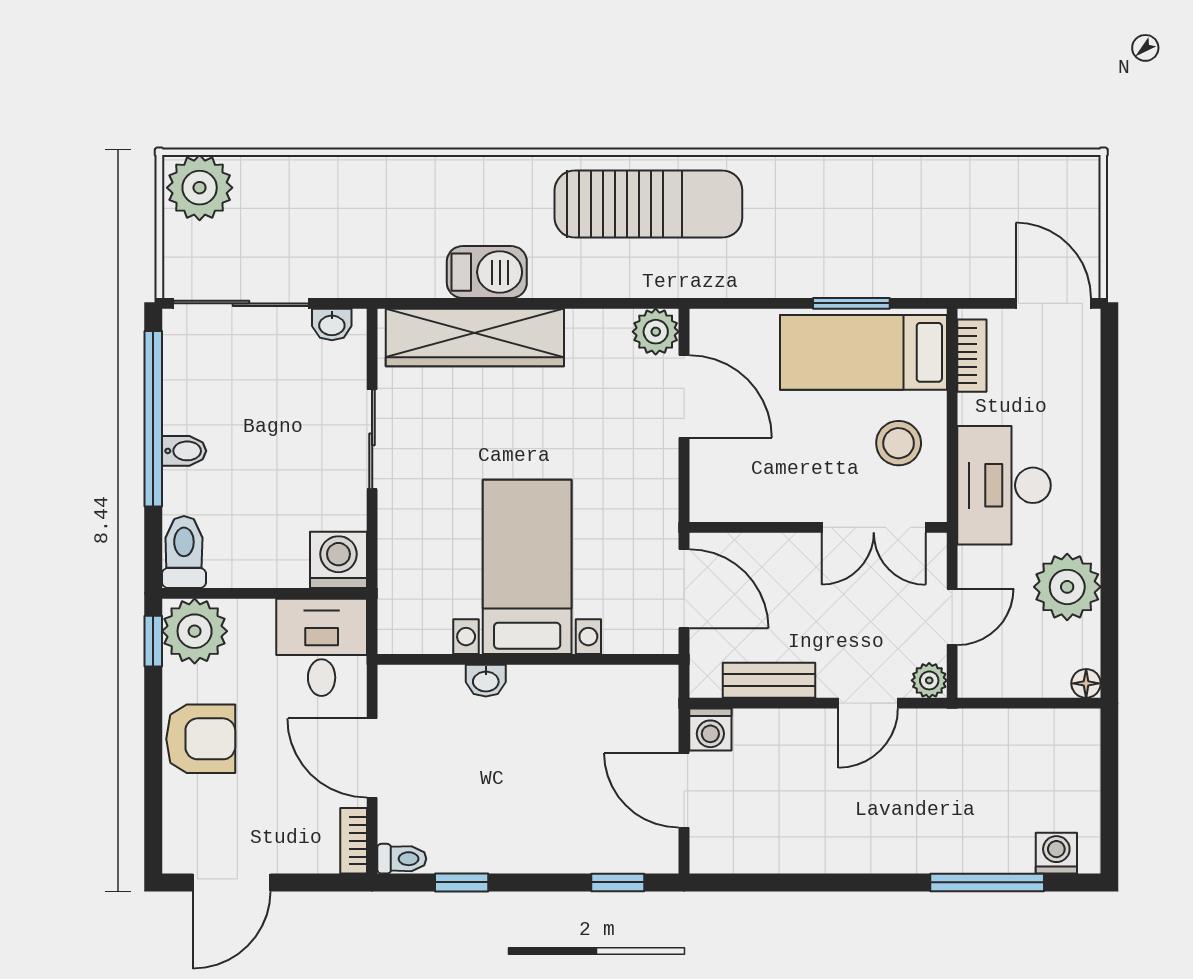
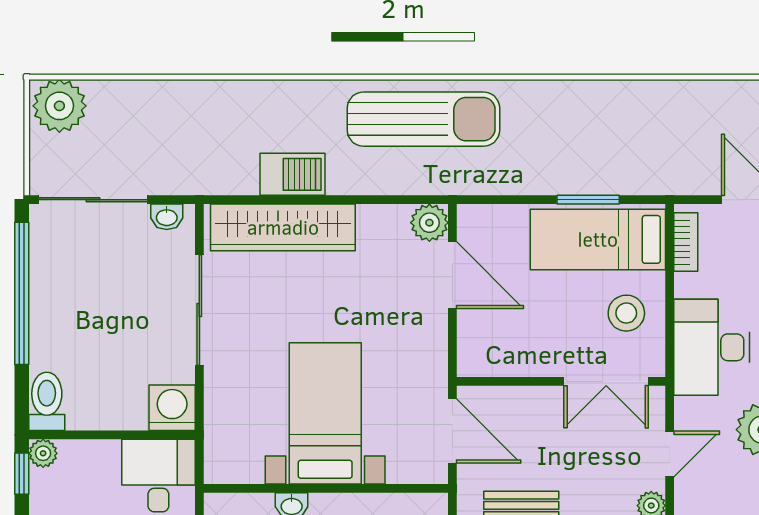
sliding door: (372, 439) -> (199, 310), width x1.37
bidet: (184, 451) -> (47, 319), removed
plant: (195, 631) -> (43, 453), width x0.53, depth x0.53

